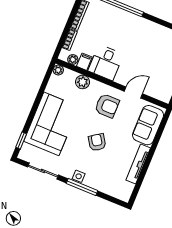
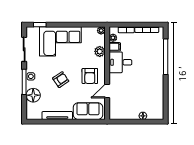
door: (133, 92) -> (107, 91), swing flipped
floor lamp: (102, 183) -> (33, 95), added

